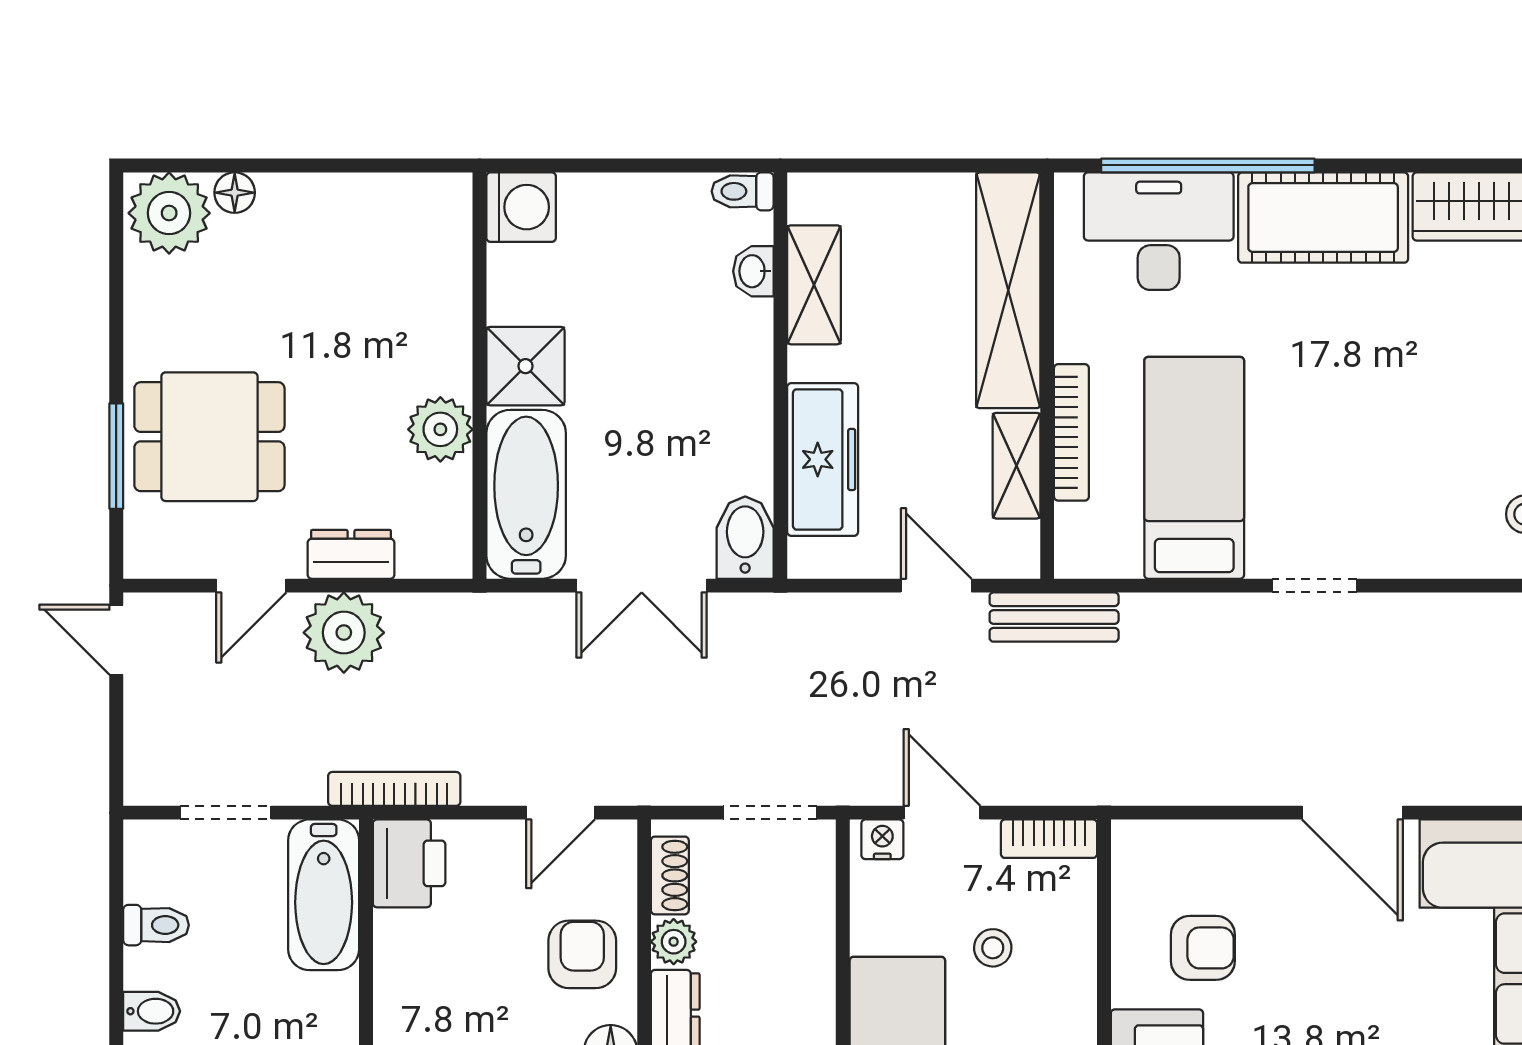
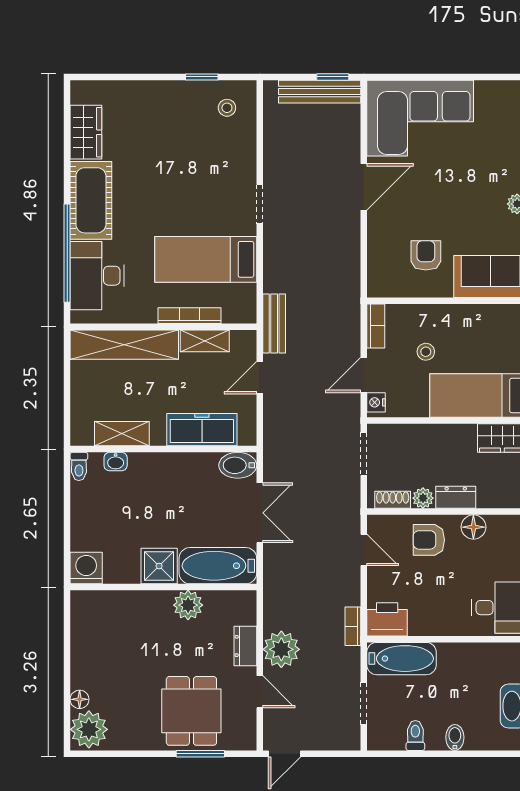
bookcase: (394, 789) -> (353, 626), width x0.64

